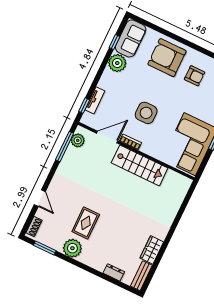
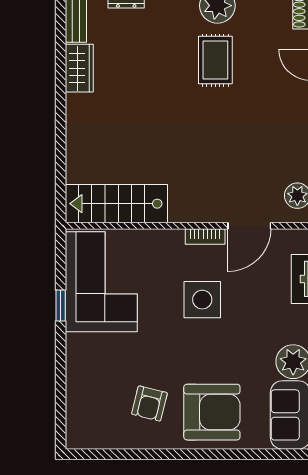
armchair: (194, 76) -> (149, 403), turned -76
stairs: (140, 165) -> (116, 204), moved

